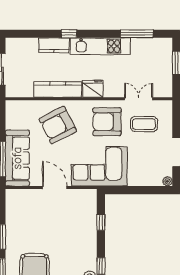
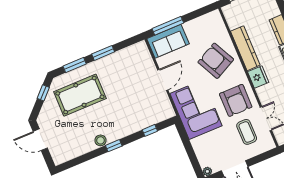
armchair: (107, 122) -> (236, 100), turned 180
sofa: (17, 158) -> (168, 41), width x0.73

